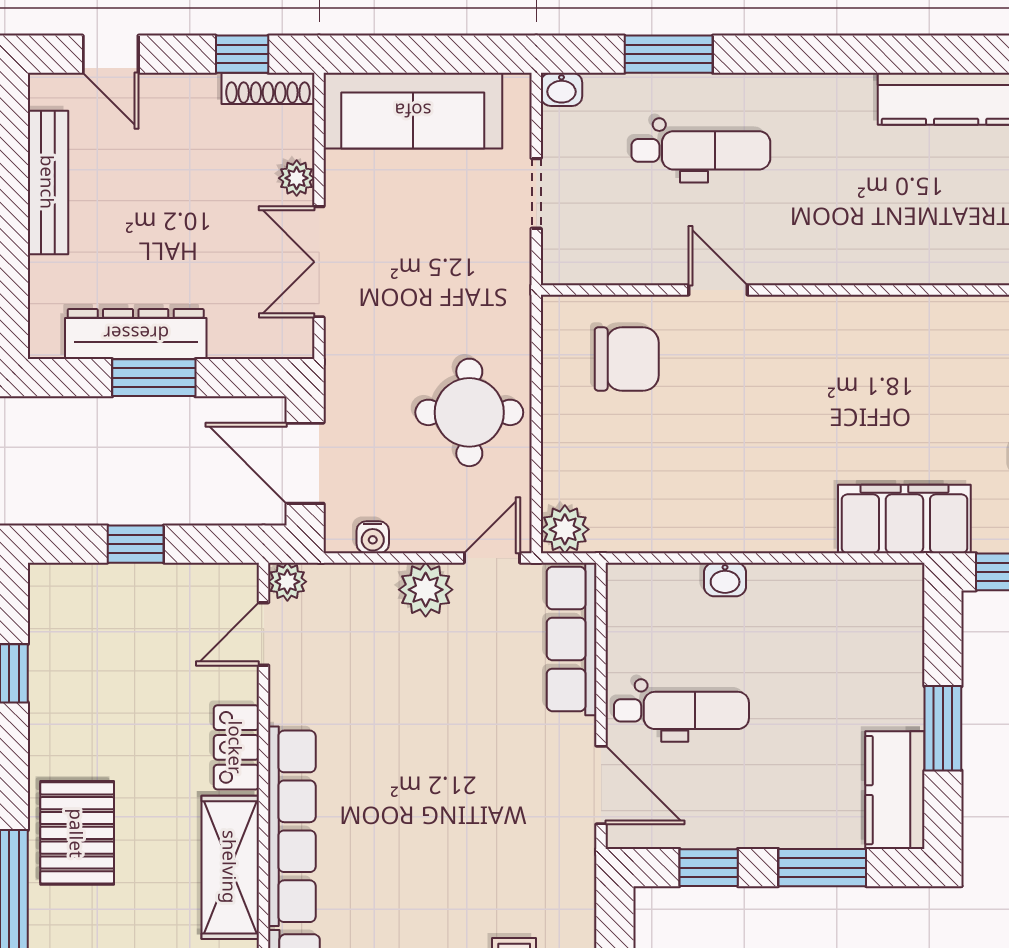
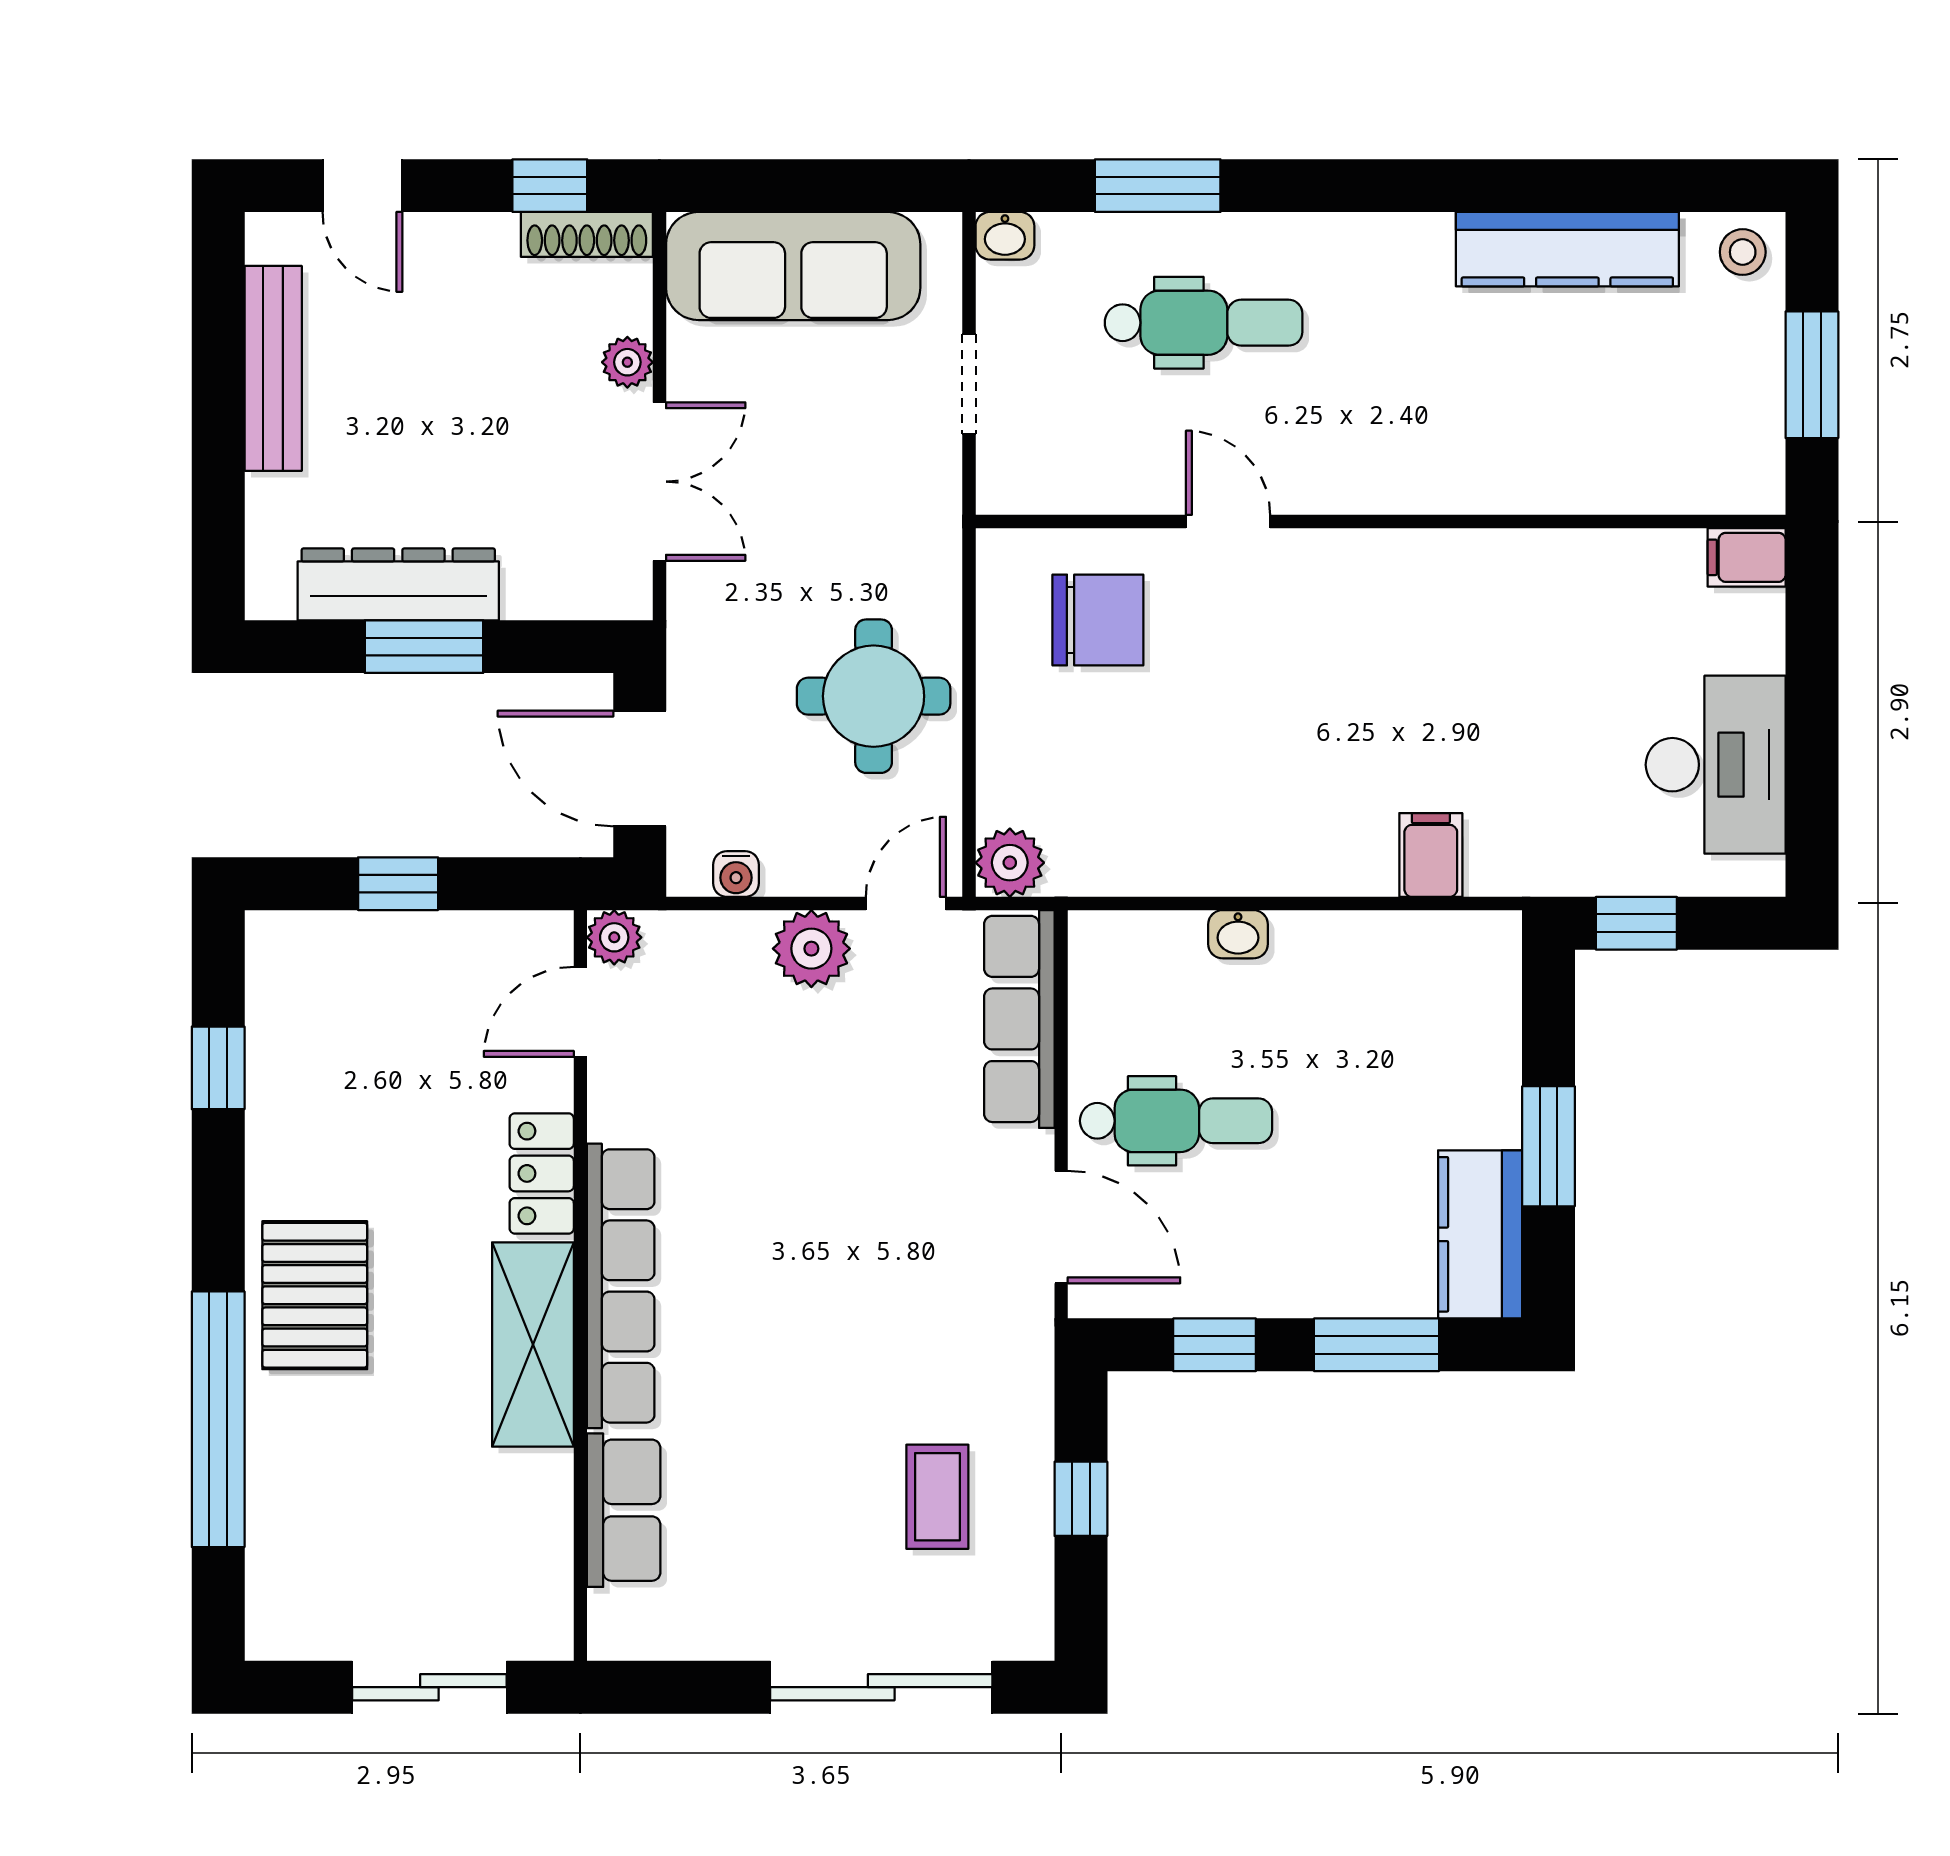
double door: (319, 262) -> (659, 482), swing flipped
filing cabinet: (904, 519) -> (1431, 855), width x0.33, depth x0.86

